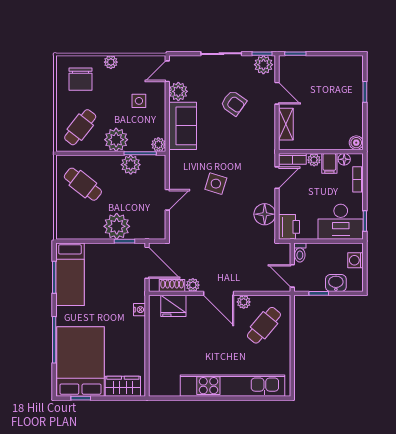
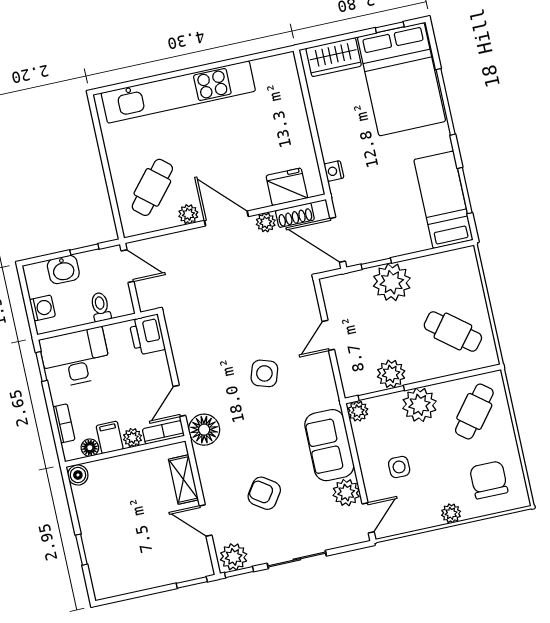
floor lamp: (265, 214) -> (204, 430), moved
toilet: (300, 252) -> (101, 307), moved

